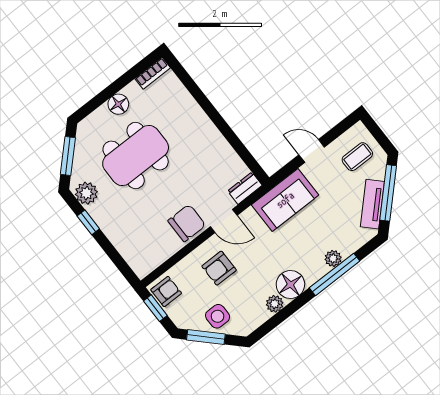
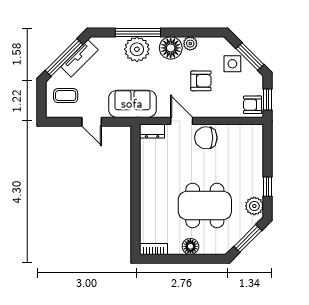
plant: (333, 258) -> (137, 49), width x1.88, depth x1.88
armchair: (219, 268) -> (201, 81), moved

